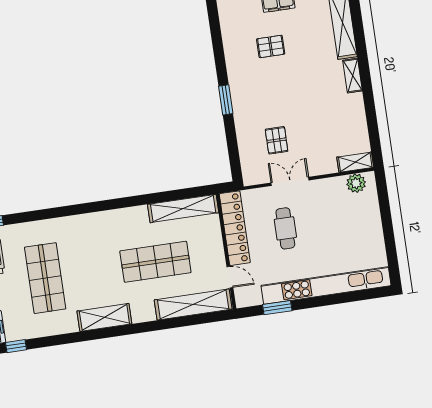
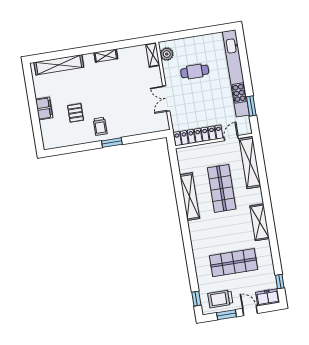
shelving: (353, 76) -> (106, 56), moved
trolley: (250, 83) -> (100, 126), added
pallet: (277, 140) -> (139, 108), removed
shelving: (183, 208) -> (190, 197), moved
cafe table: (285, 228) -> (195, 72), moved

